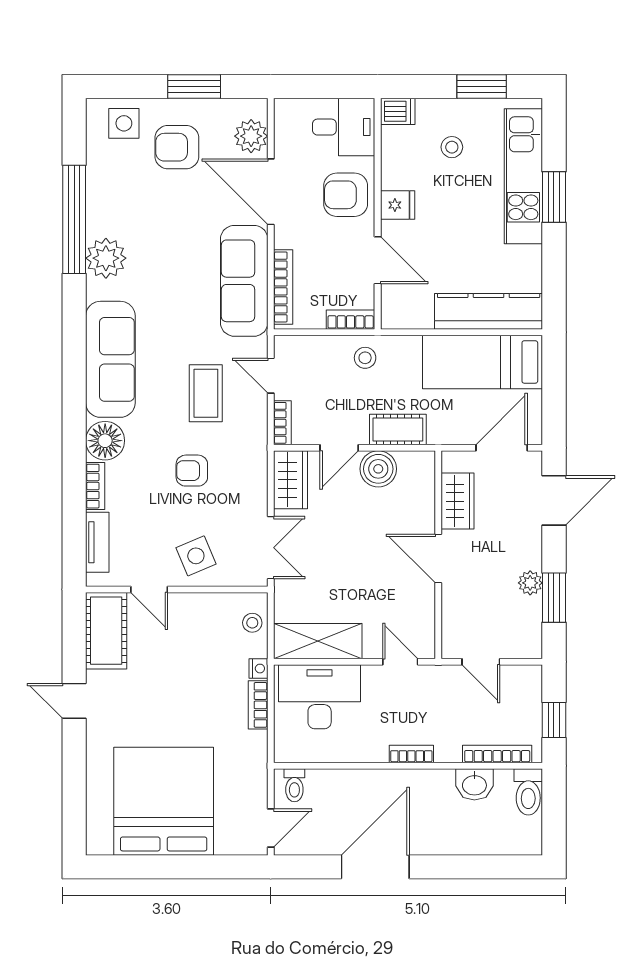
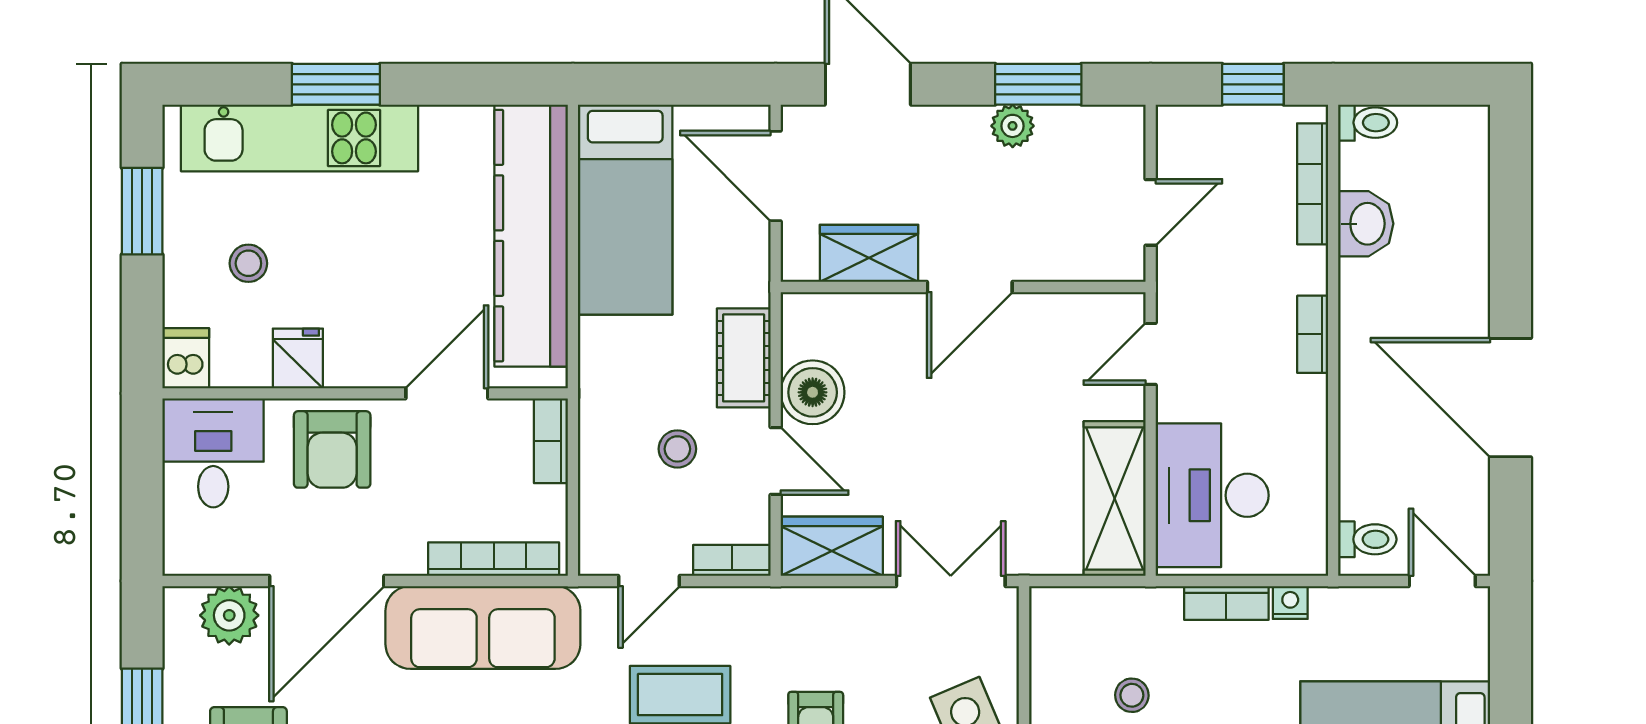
fridge: (398, 205) -> (298, 358), moved
kitchen counter: (489, 311) -> (531, 236), width x1.39, depth x1.17
stool: (365, 358) -> (677, 449), moved
stool: (252, 623) -> (1132, 695), moved
nightstand: (258, 669) -> (1290, 602), moved
toilet: (528, 792) -> (1368, 123), width x0.73, depth x0.72

